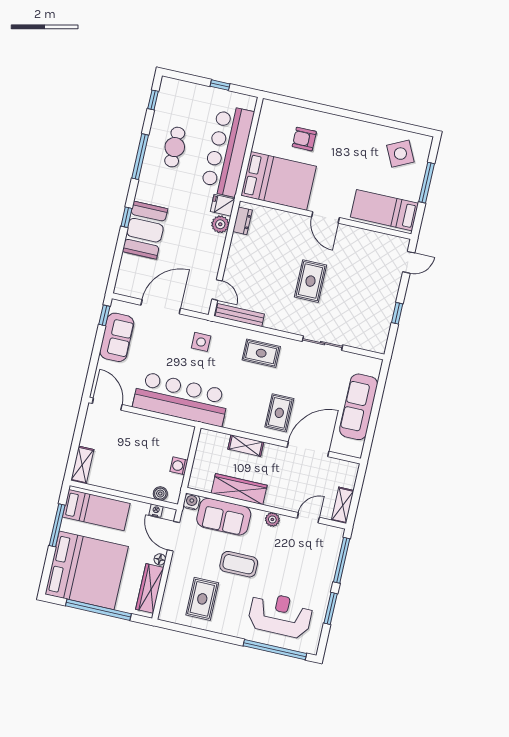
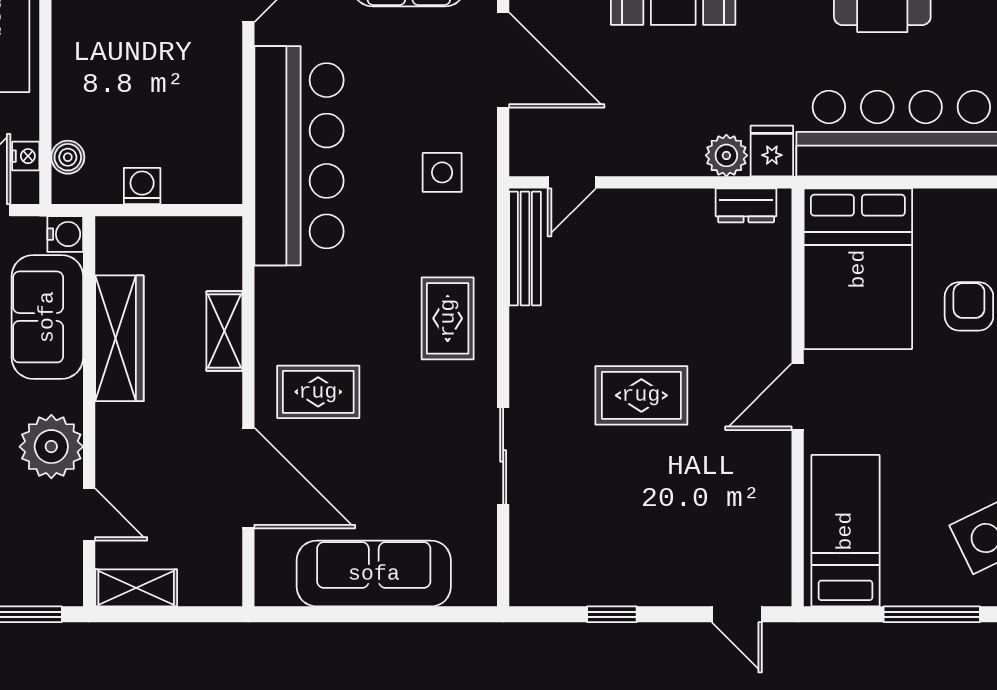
plant: (272, 519) -> (51, 447), width x1.87, depth x1.87

